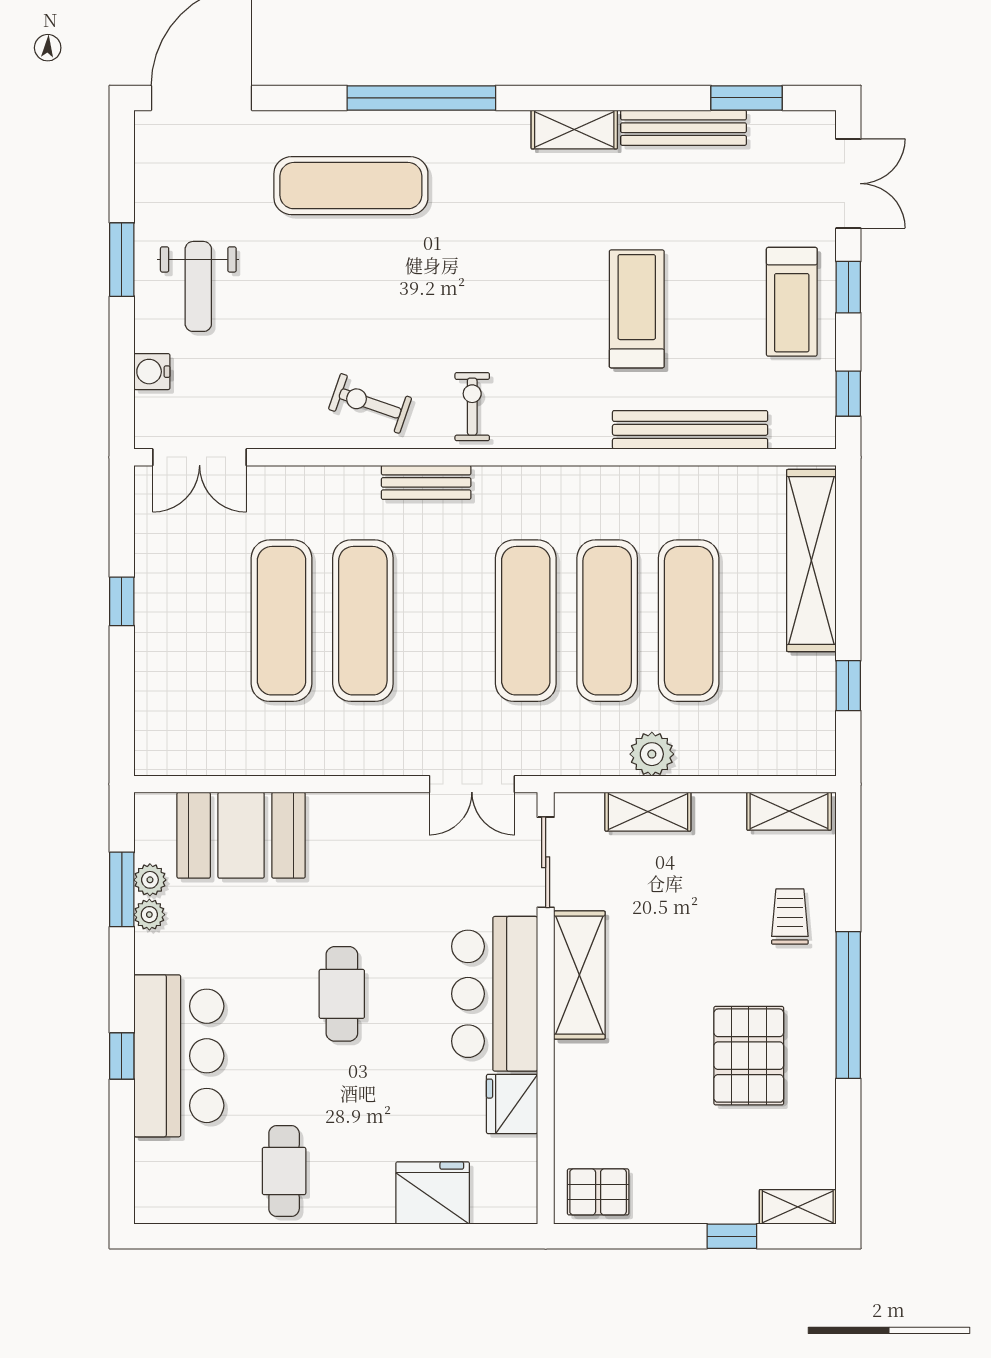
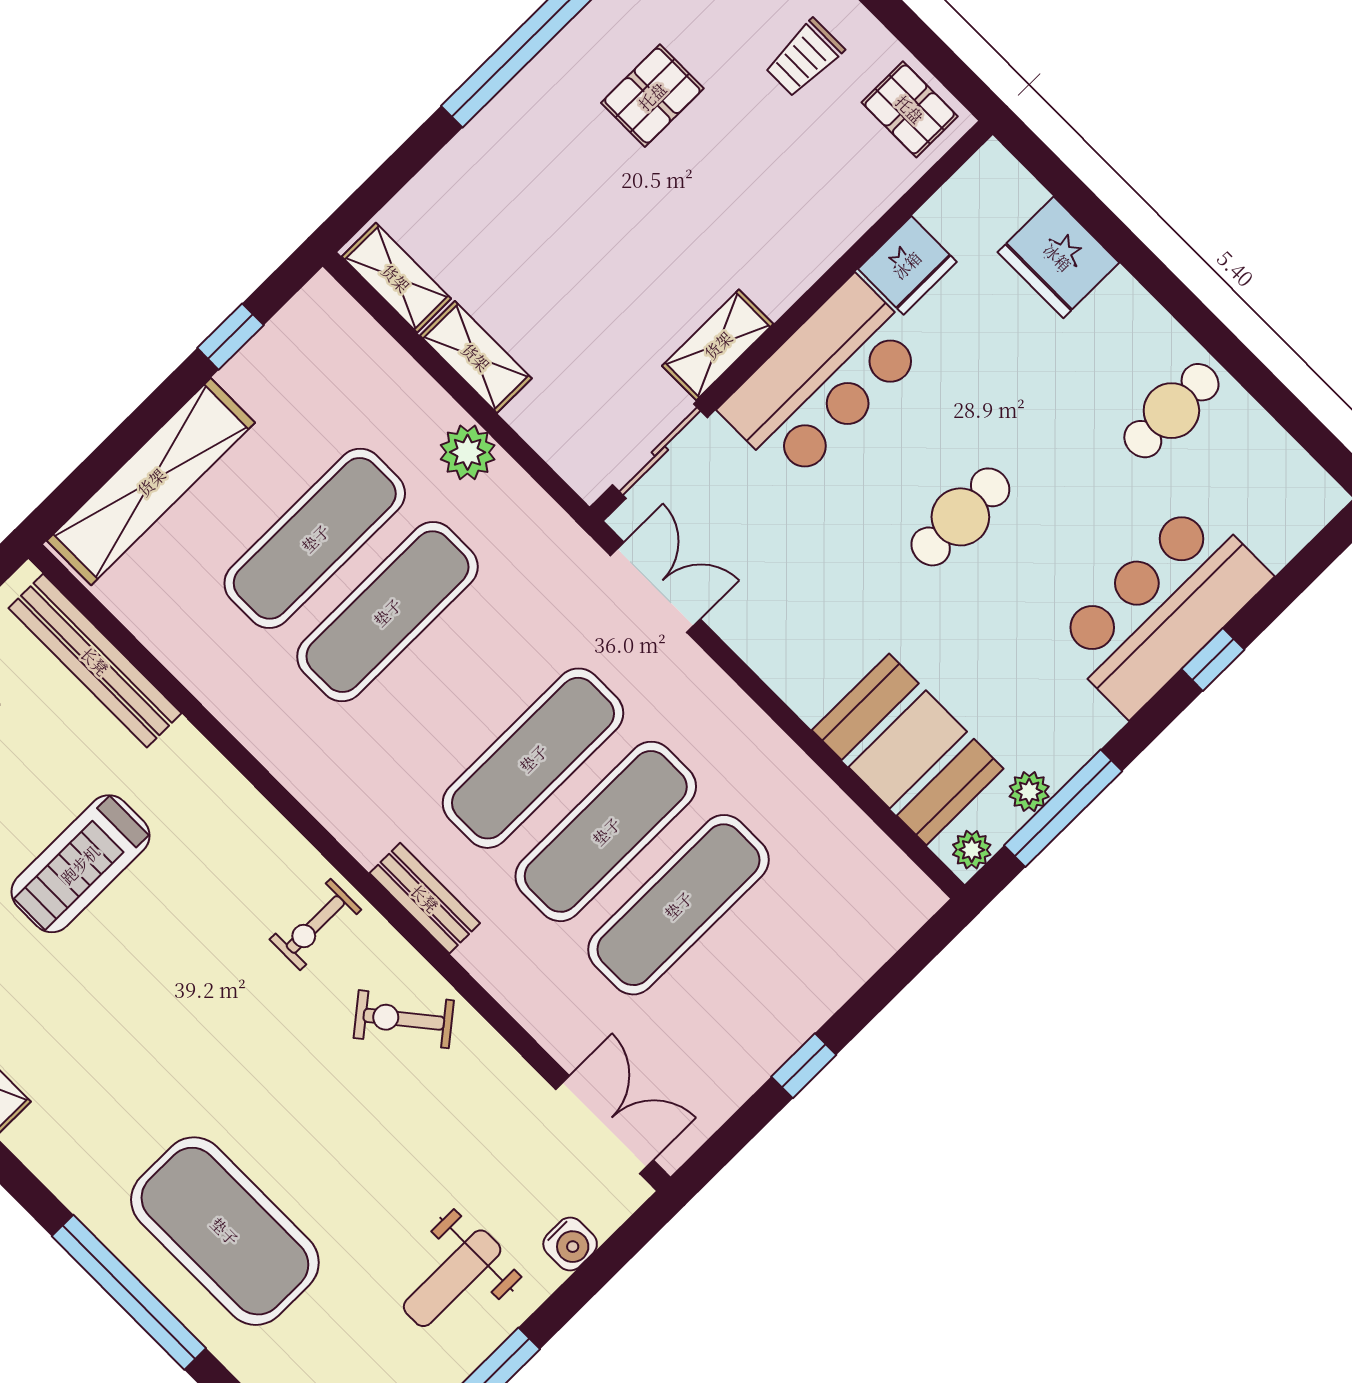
window: (421, 98) -> (129, 1292), moved
exercise mat: (351, 186) -> (225, 1231), width x1.47
weight bench: (198, 286) -> (452, 1278), turned 180
exercise bike: (370, 403) -> (404, 1019), turned 122
bench: (690, 430) -> (95, 661), moved
exercise mat: (526, 621) -> (533, 758), moved
shelving: (648, 812) -> (476, 357), moved
window: (122, 889) -> (1063, 808), width x1.44
plant: (149, 915) -> (972, 850), moved
trolley: (790, 917) -> (804, 58), moved
shelving: (579, 975) -> (718, 345), width x0.67, depth x0.75
pallet: (749, 1056) -> (652, 96), width x0.67, depth x0.71

